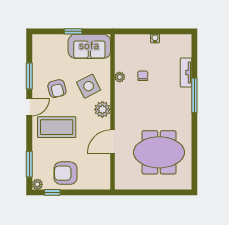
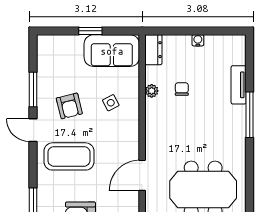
dresser: (121, 46) -> (153, 50), added
side table: (89, 86) -> (111, 103), width x0.54, depth x0.54
door: (29, 107) -> (33, 130), swing flipped
plant: (102, 109) -> (129, 133), removed

